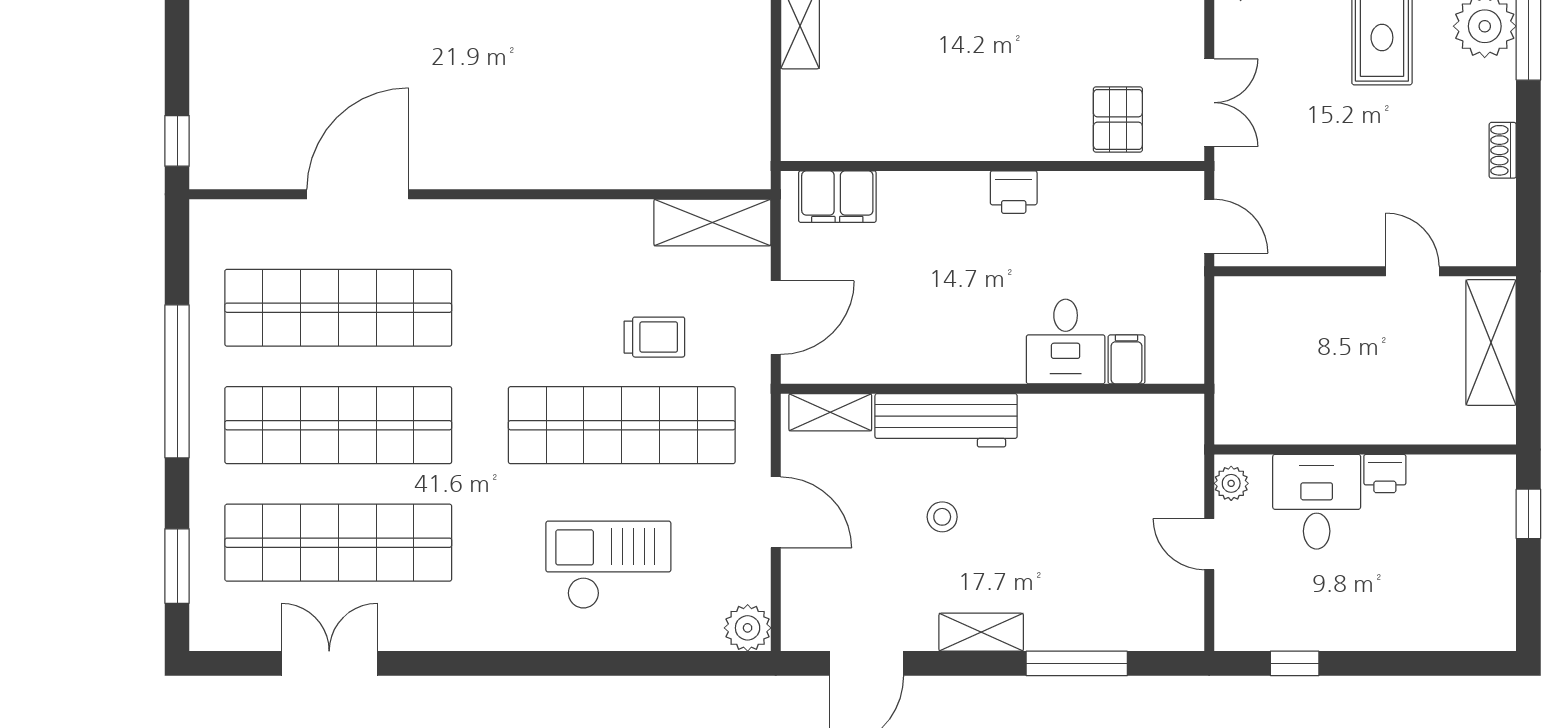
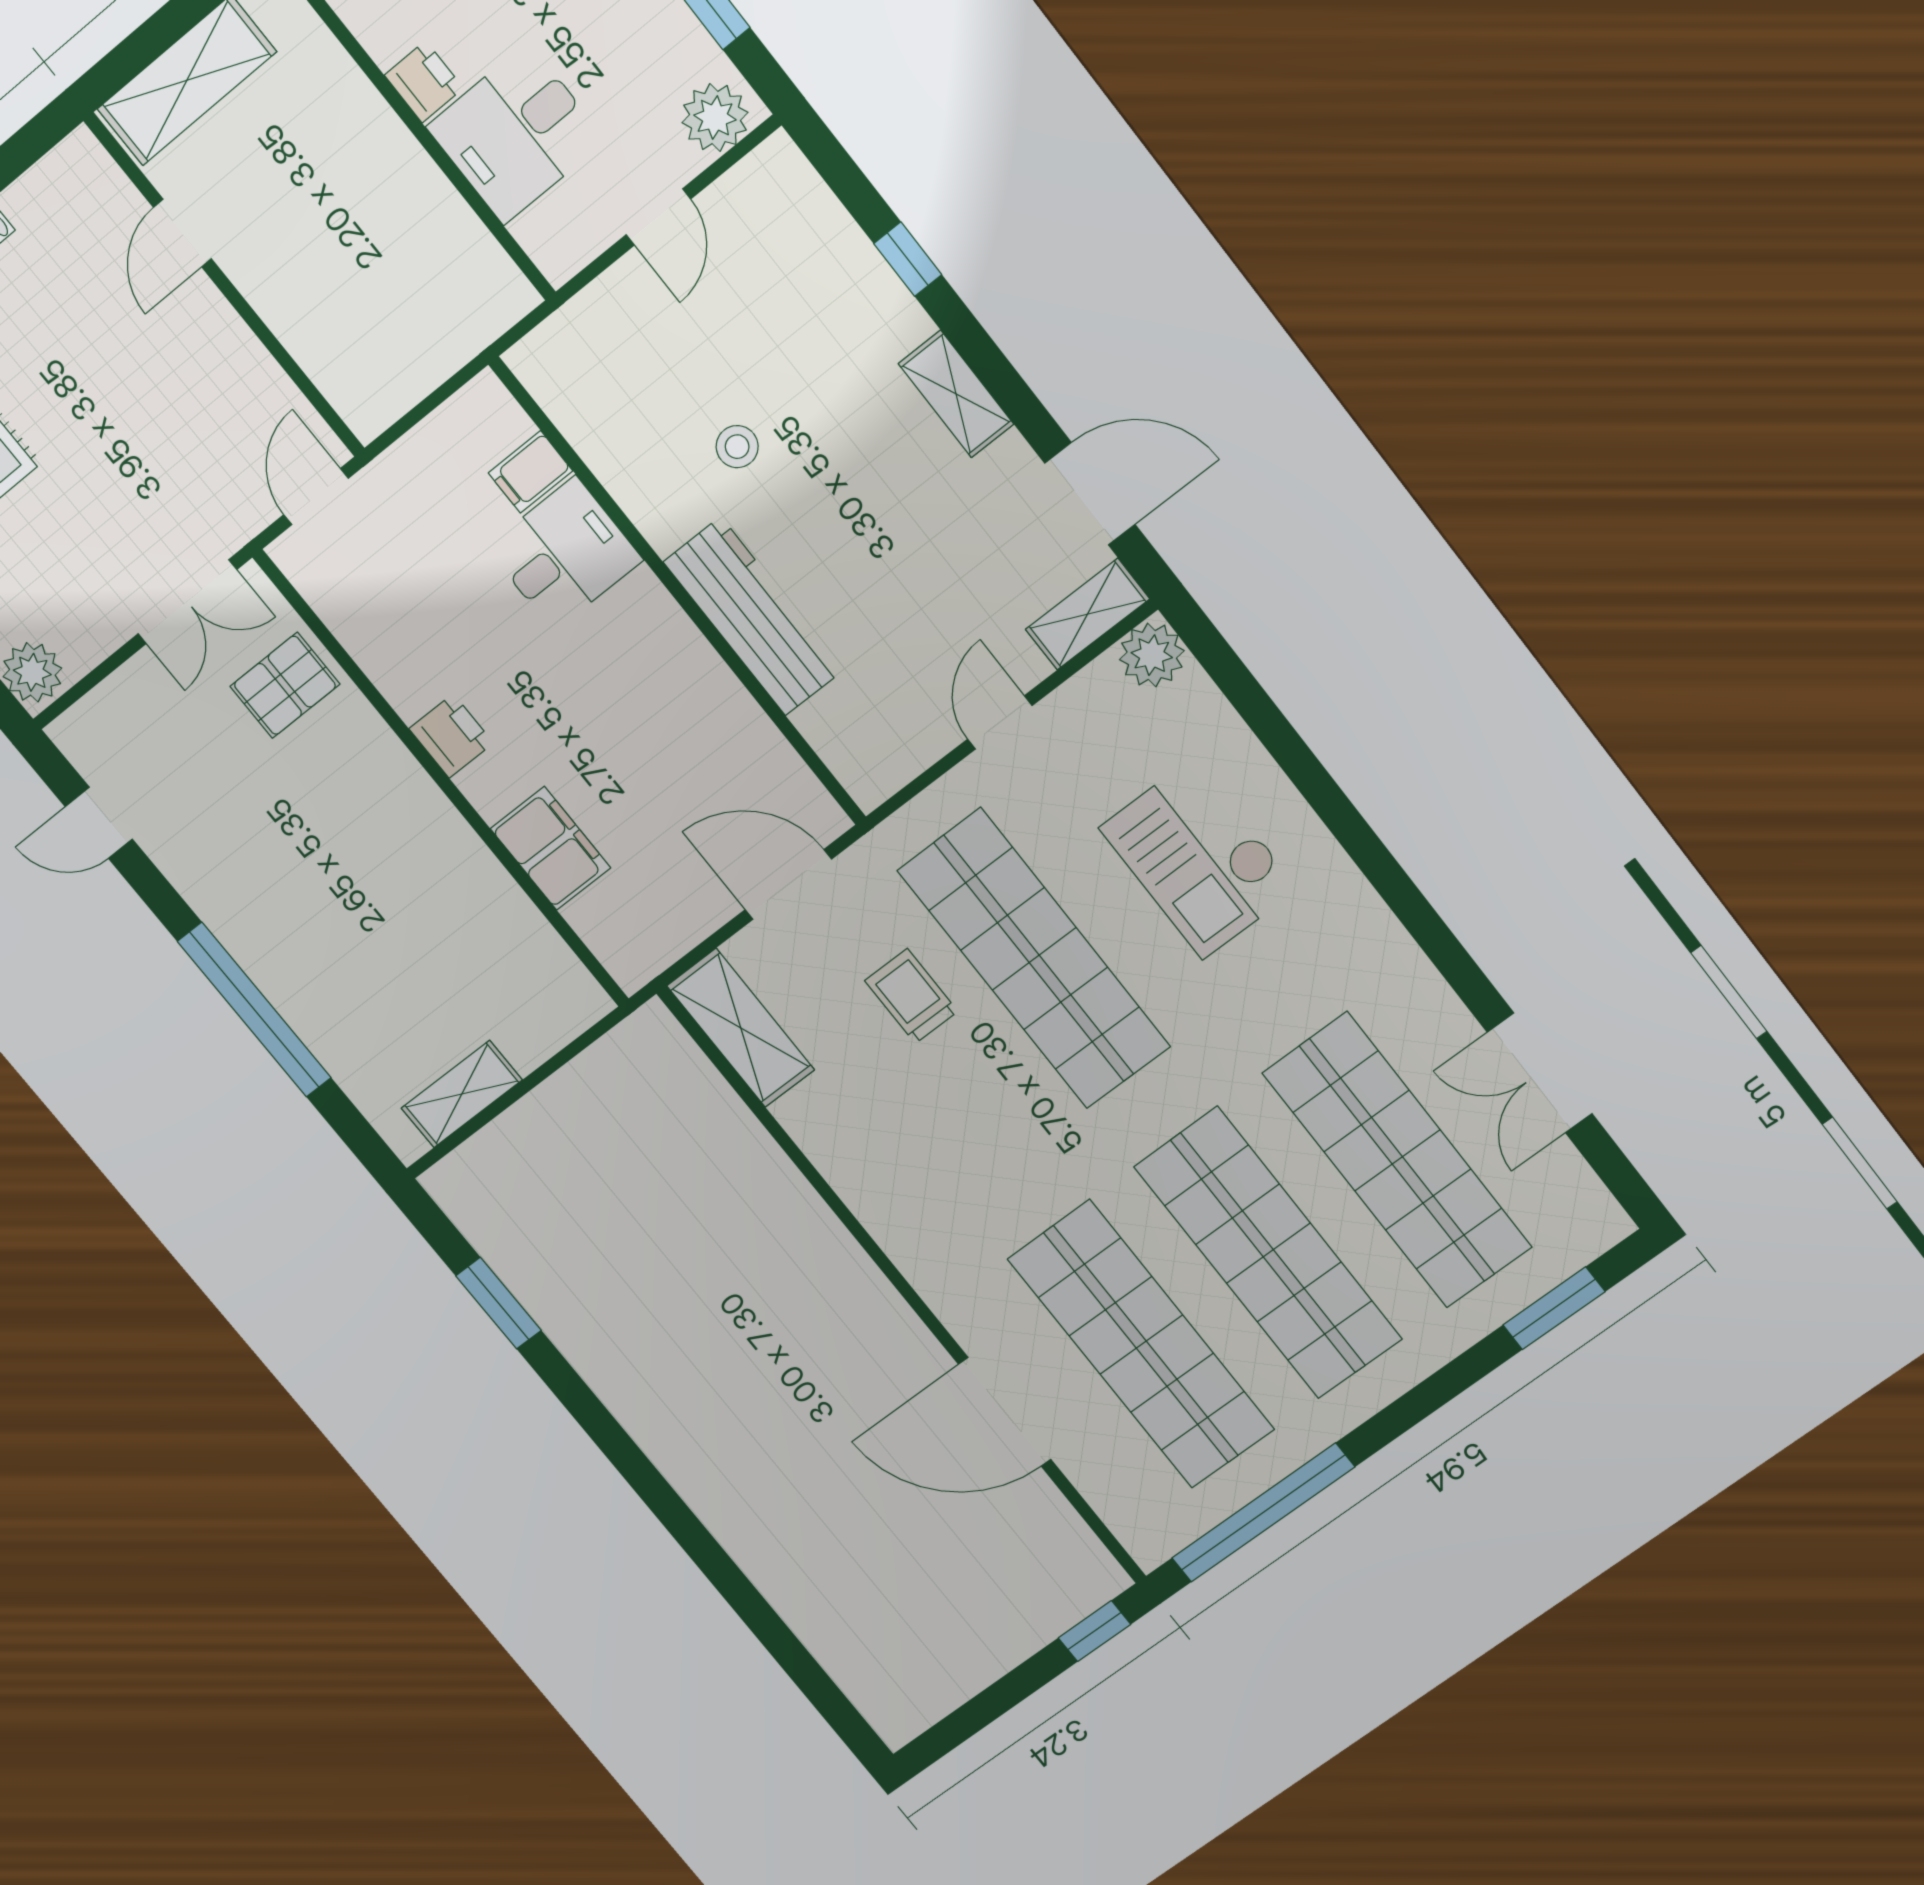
double door: (1209, 103) -> (187, 602), swing flipped
filing cabinet: (837, 197) -> (550, 848), moved
window: (177, 381) -> (1263, 1513), moved
shelving: (830, 412) -> (1088, 614), moved, turned 90
plant: (1231, 483) -> (715, 118), moved, width x1.38, depth x1.38
door: (776, 512) -> (1000, 722), width x0.73
stool: (942, 517) -> (737, 447), moved
window: (1077, 663) -> (908, 259), width x0.46

